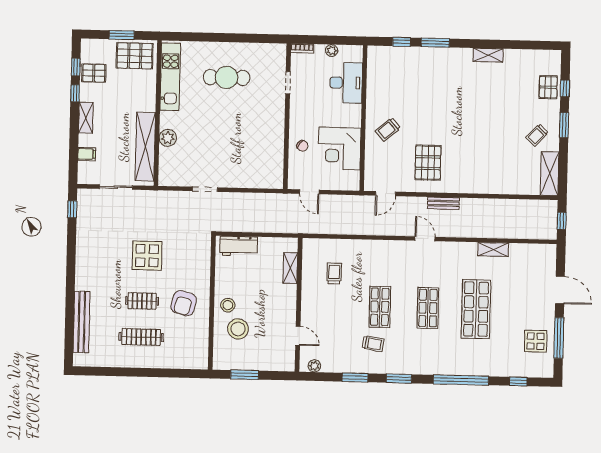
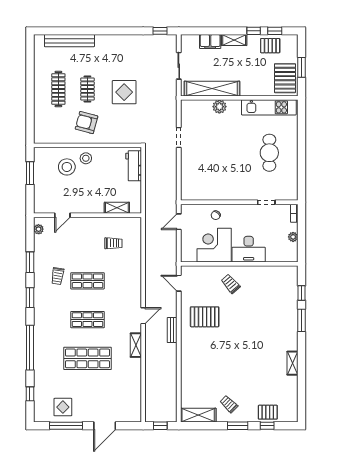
pallet: (94, 73) -> (270, 46), turned 90
desk: (346, 83) -> (249, 249), moved
filing cabinet: (87, 154) -> (210, 42), width x2.00
shelving: (493, 249) -> (136, 345), moved

